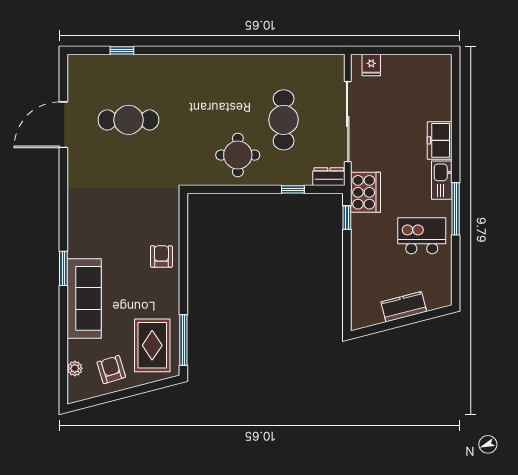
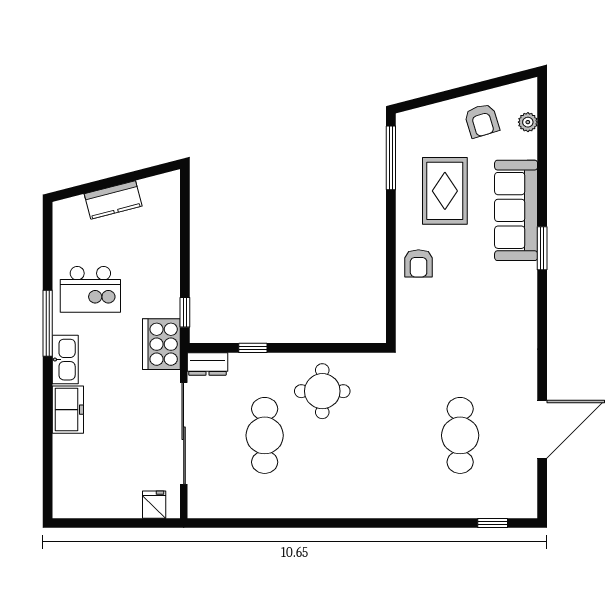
window: (122, 50) -> (493, 523), moved
cafe table: (128, 120) -> (460, 435), turned 90
rug: (152, 345) -> (445, 191), moved

